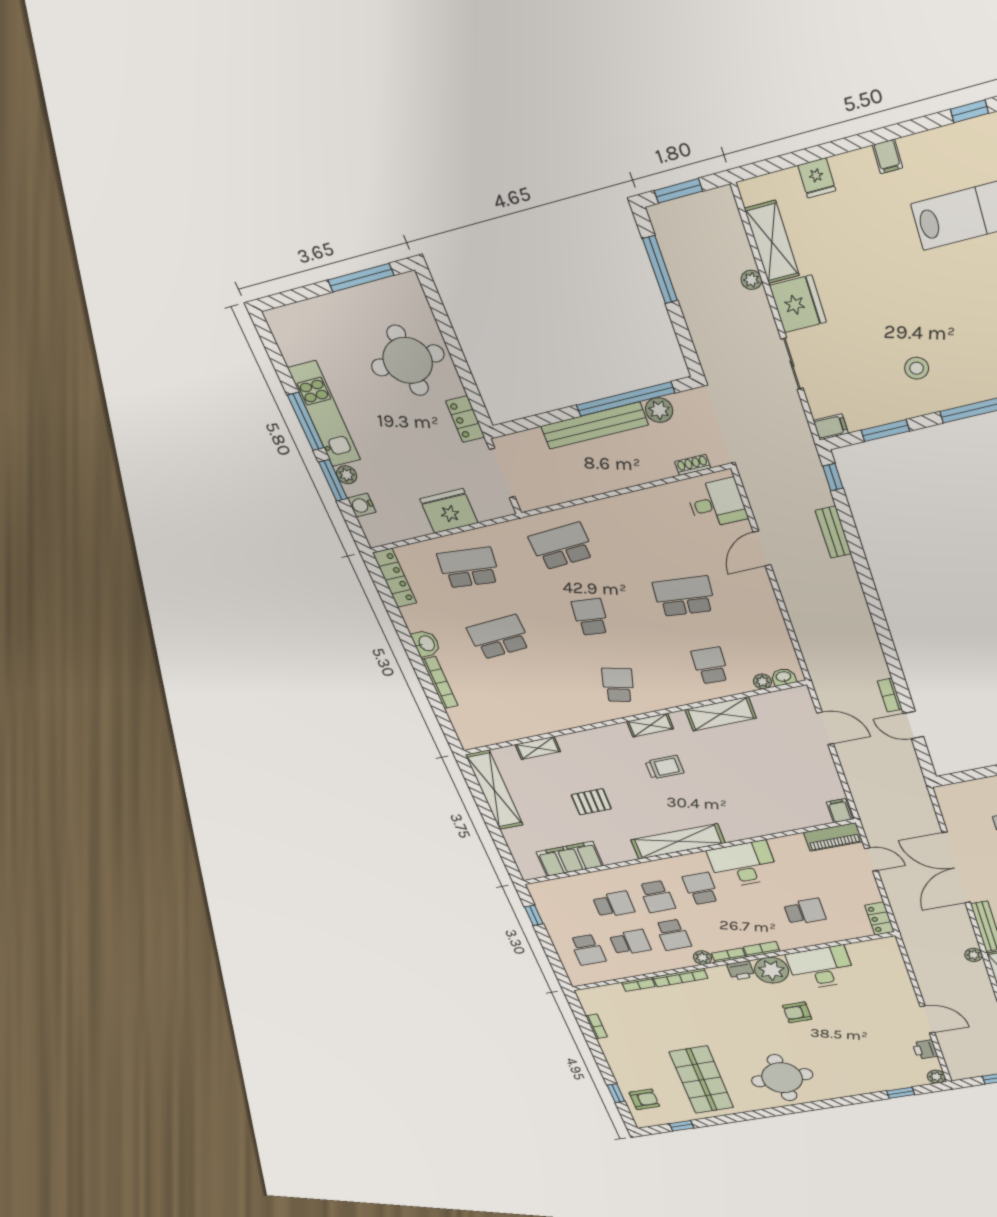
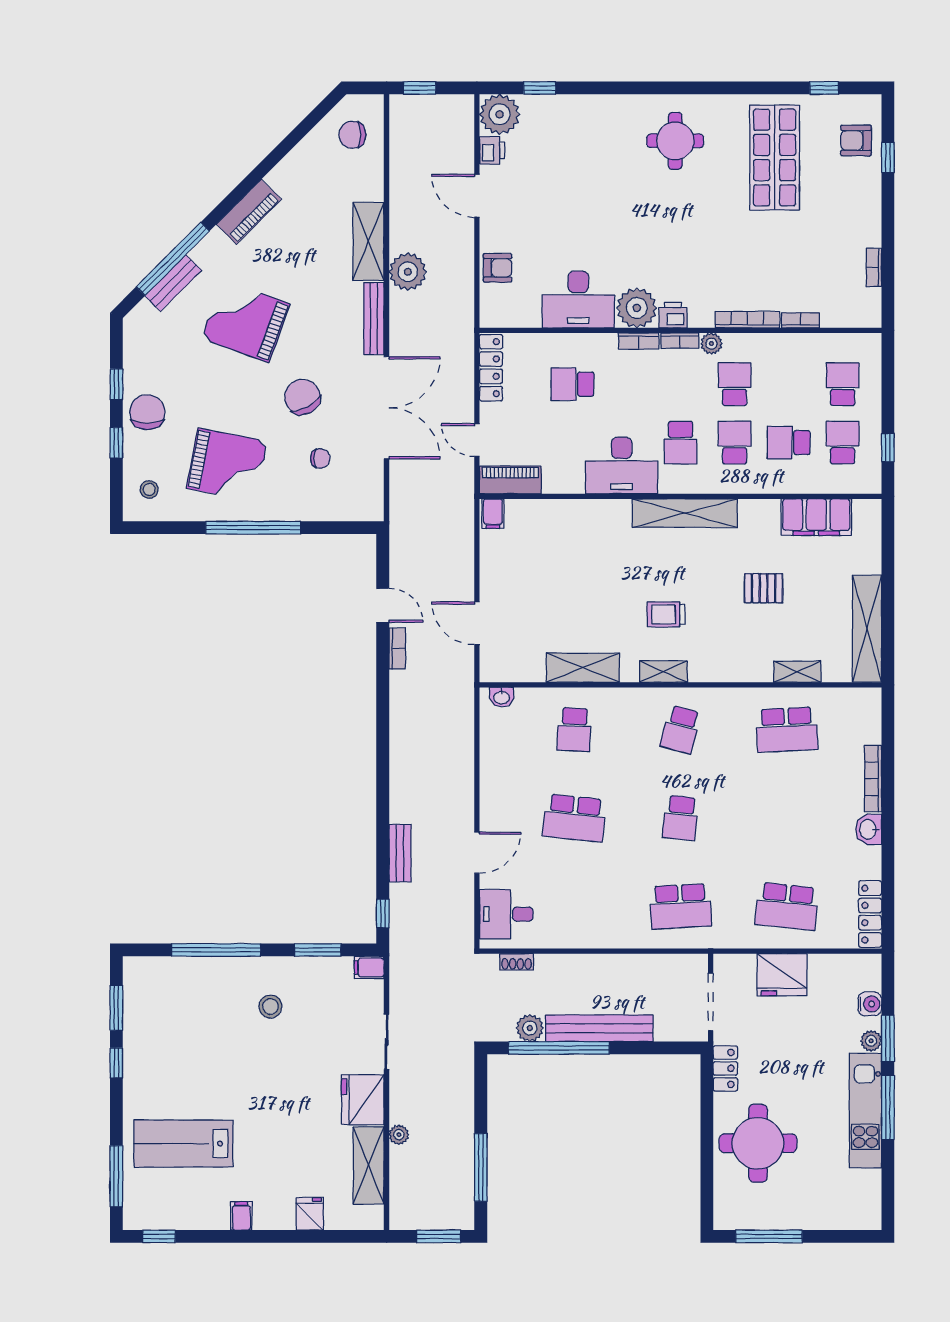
school desk: (499, 637) -> (787, 730), moved
plant: (762, 681) -> (525, 697), removed
locker: (879, 919) -> (491, 368), width x1.53
school desk: (630, 942) -> (843, 443), moved, turned 90
plant: (974, 955) -> (408, 272), width x1.88, depth x1.88
armchair: (797, 1012) -> (498, 268), moved
plant: (936, 1077) -> (500, 114), width x1.88, depth x1.88
round table: (782, 1078) -> (675, 141), width x0.73, depth x0.73

